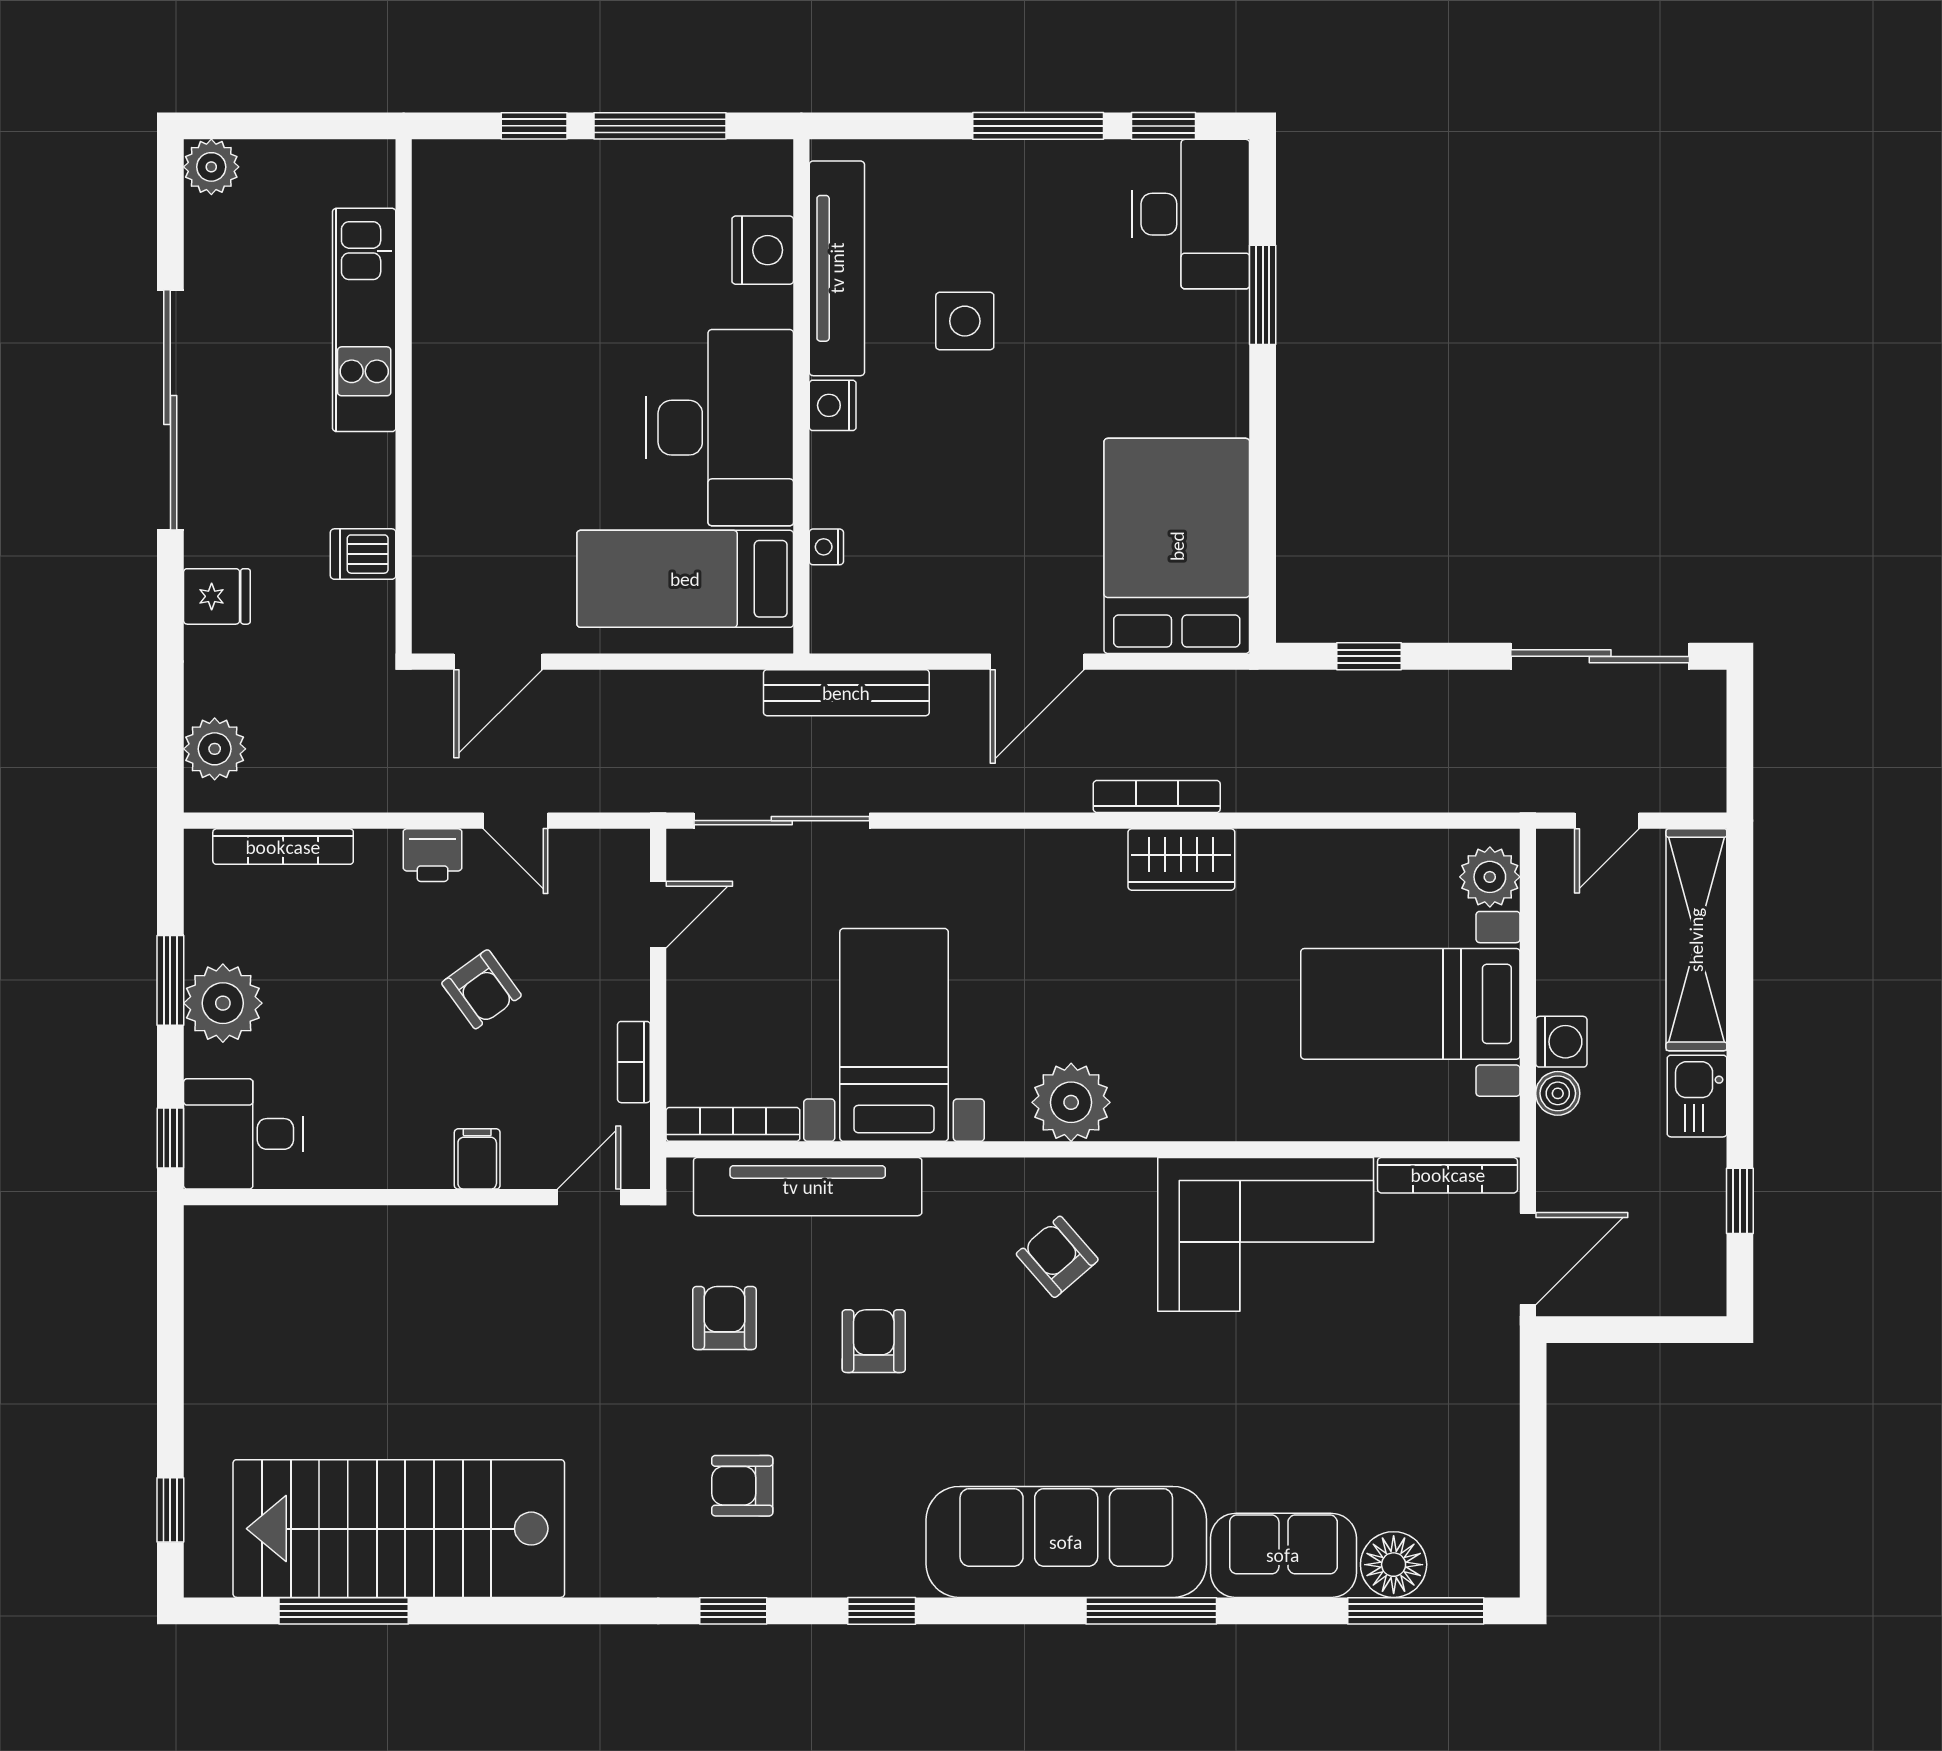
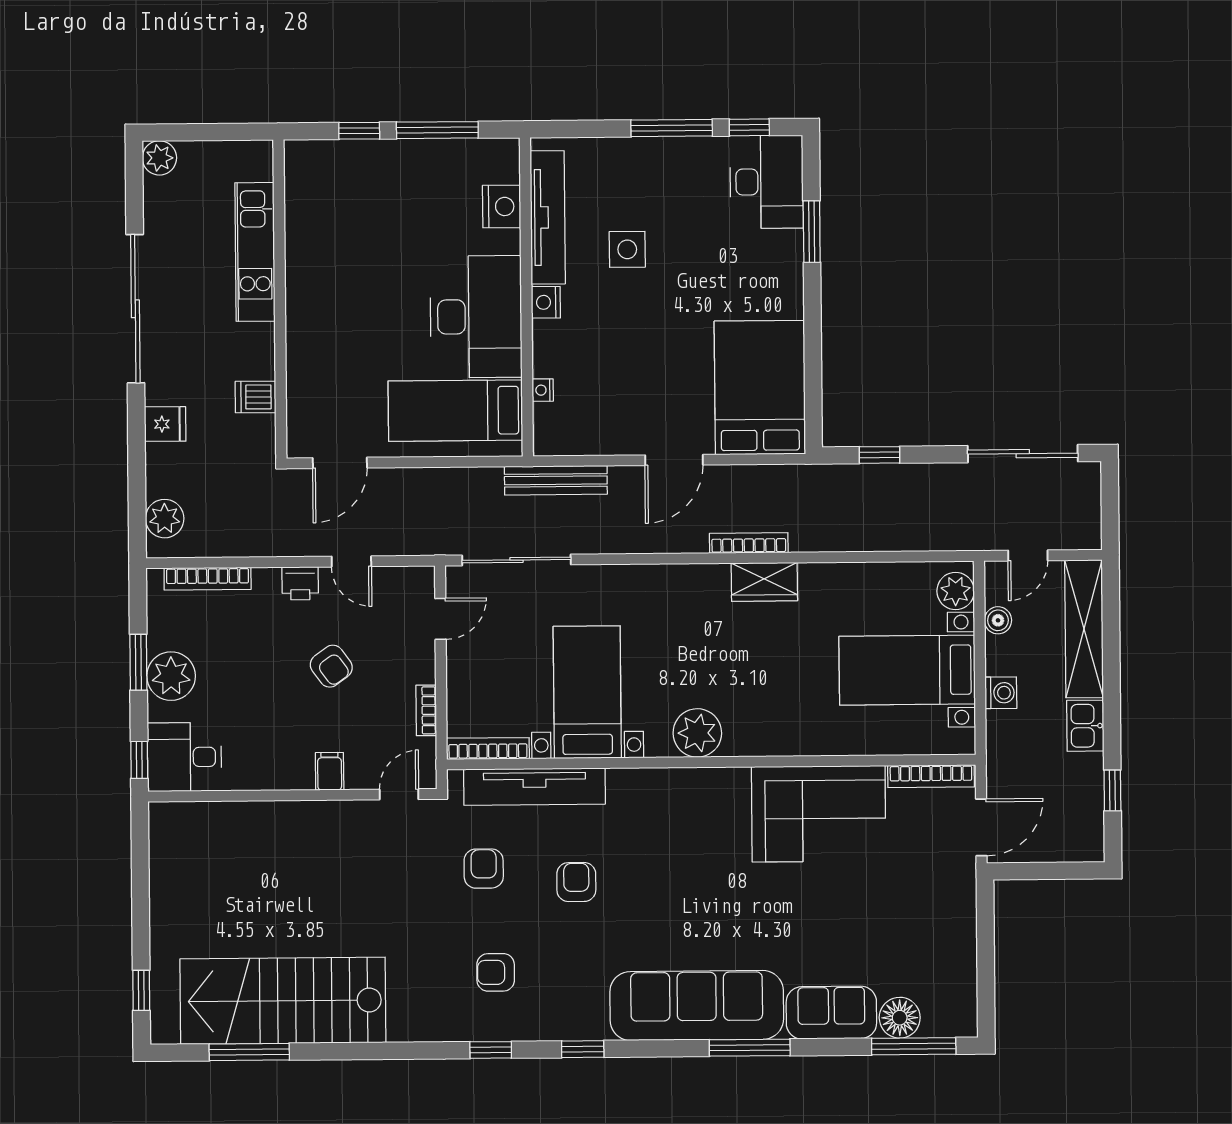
boiler: (1558, 1093) -> (998, 620), moved
armchair: (1057, 1257) -> (690, 829), removed

